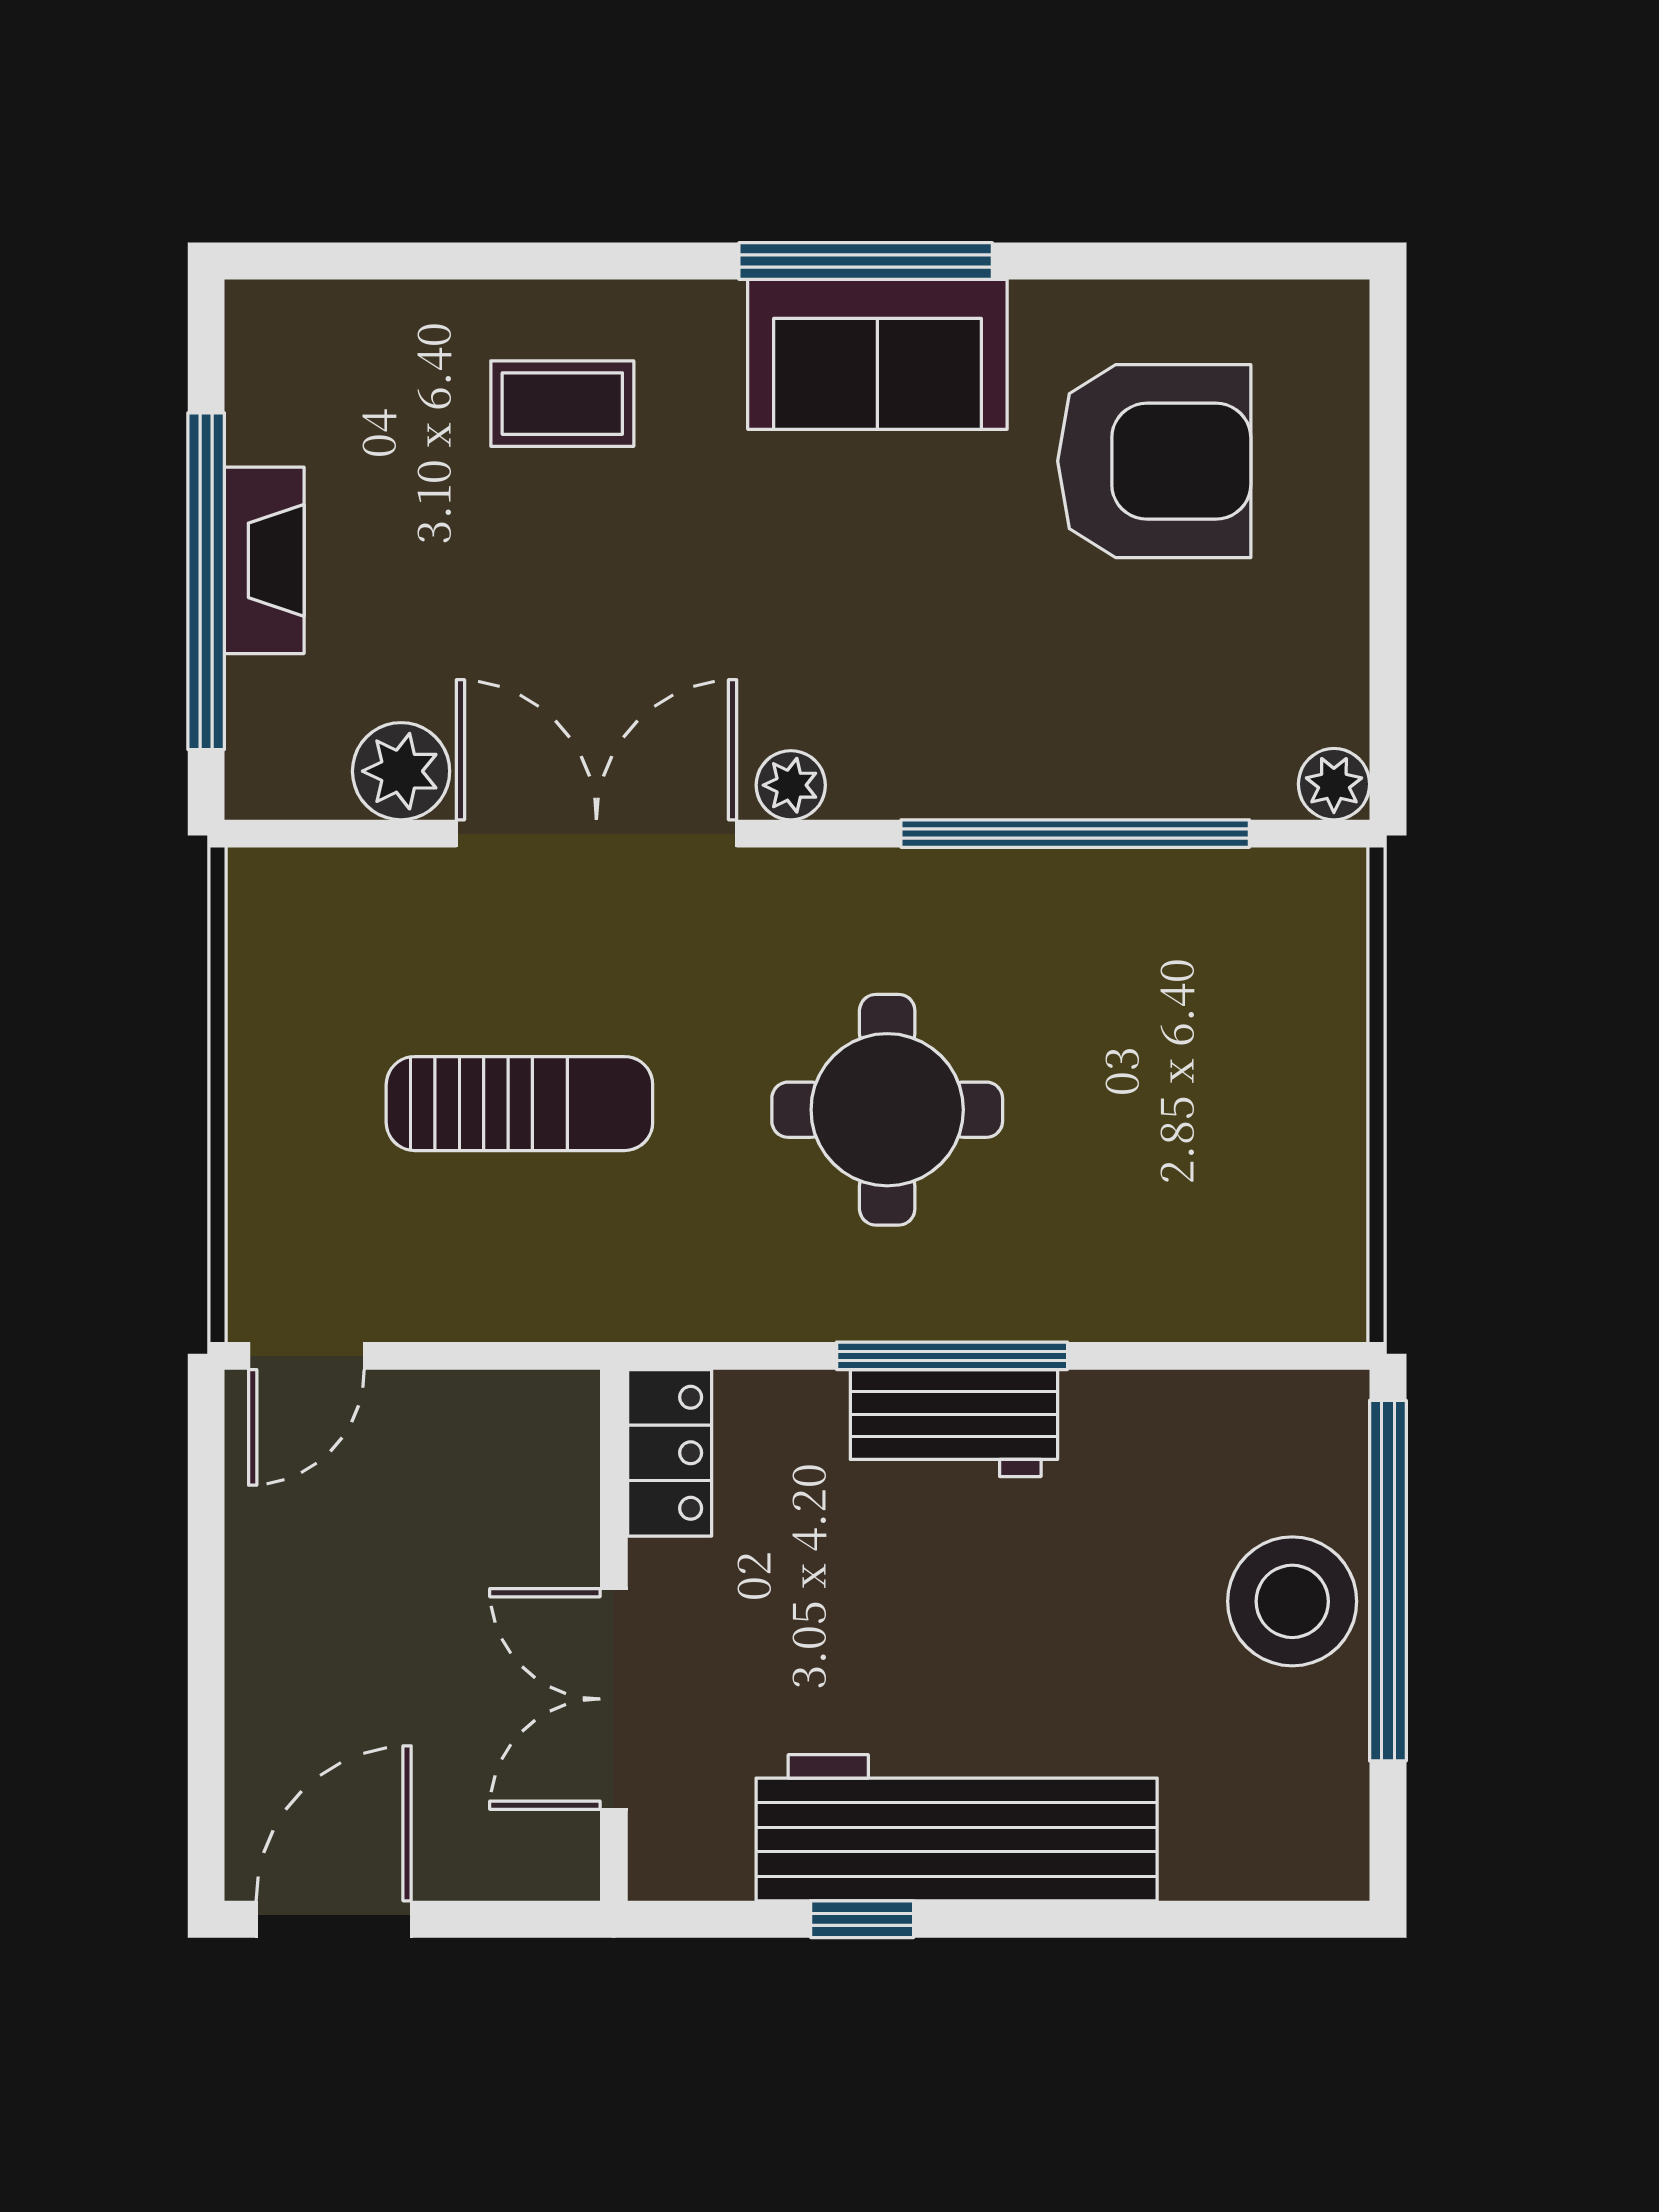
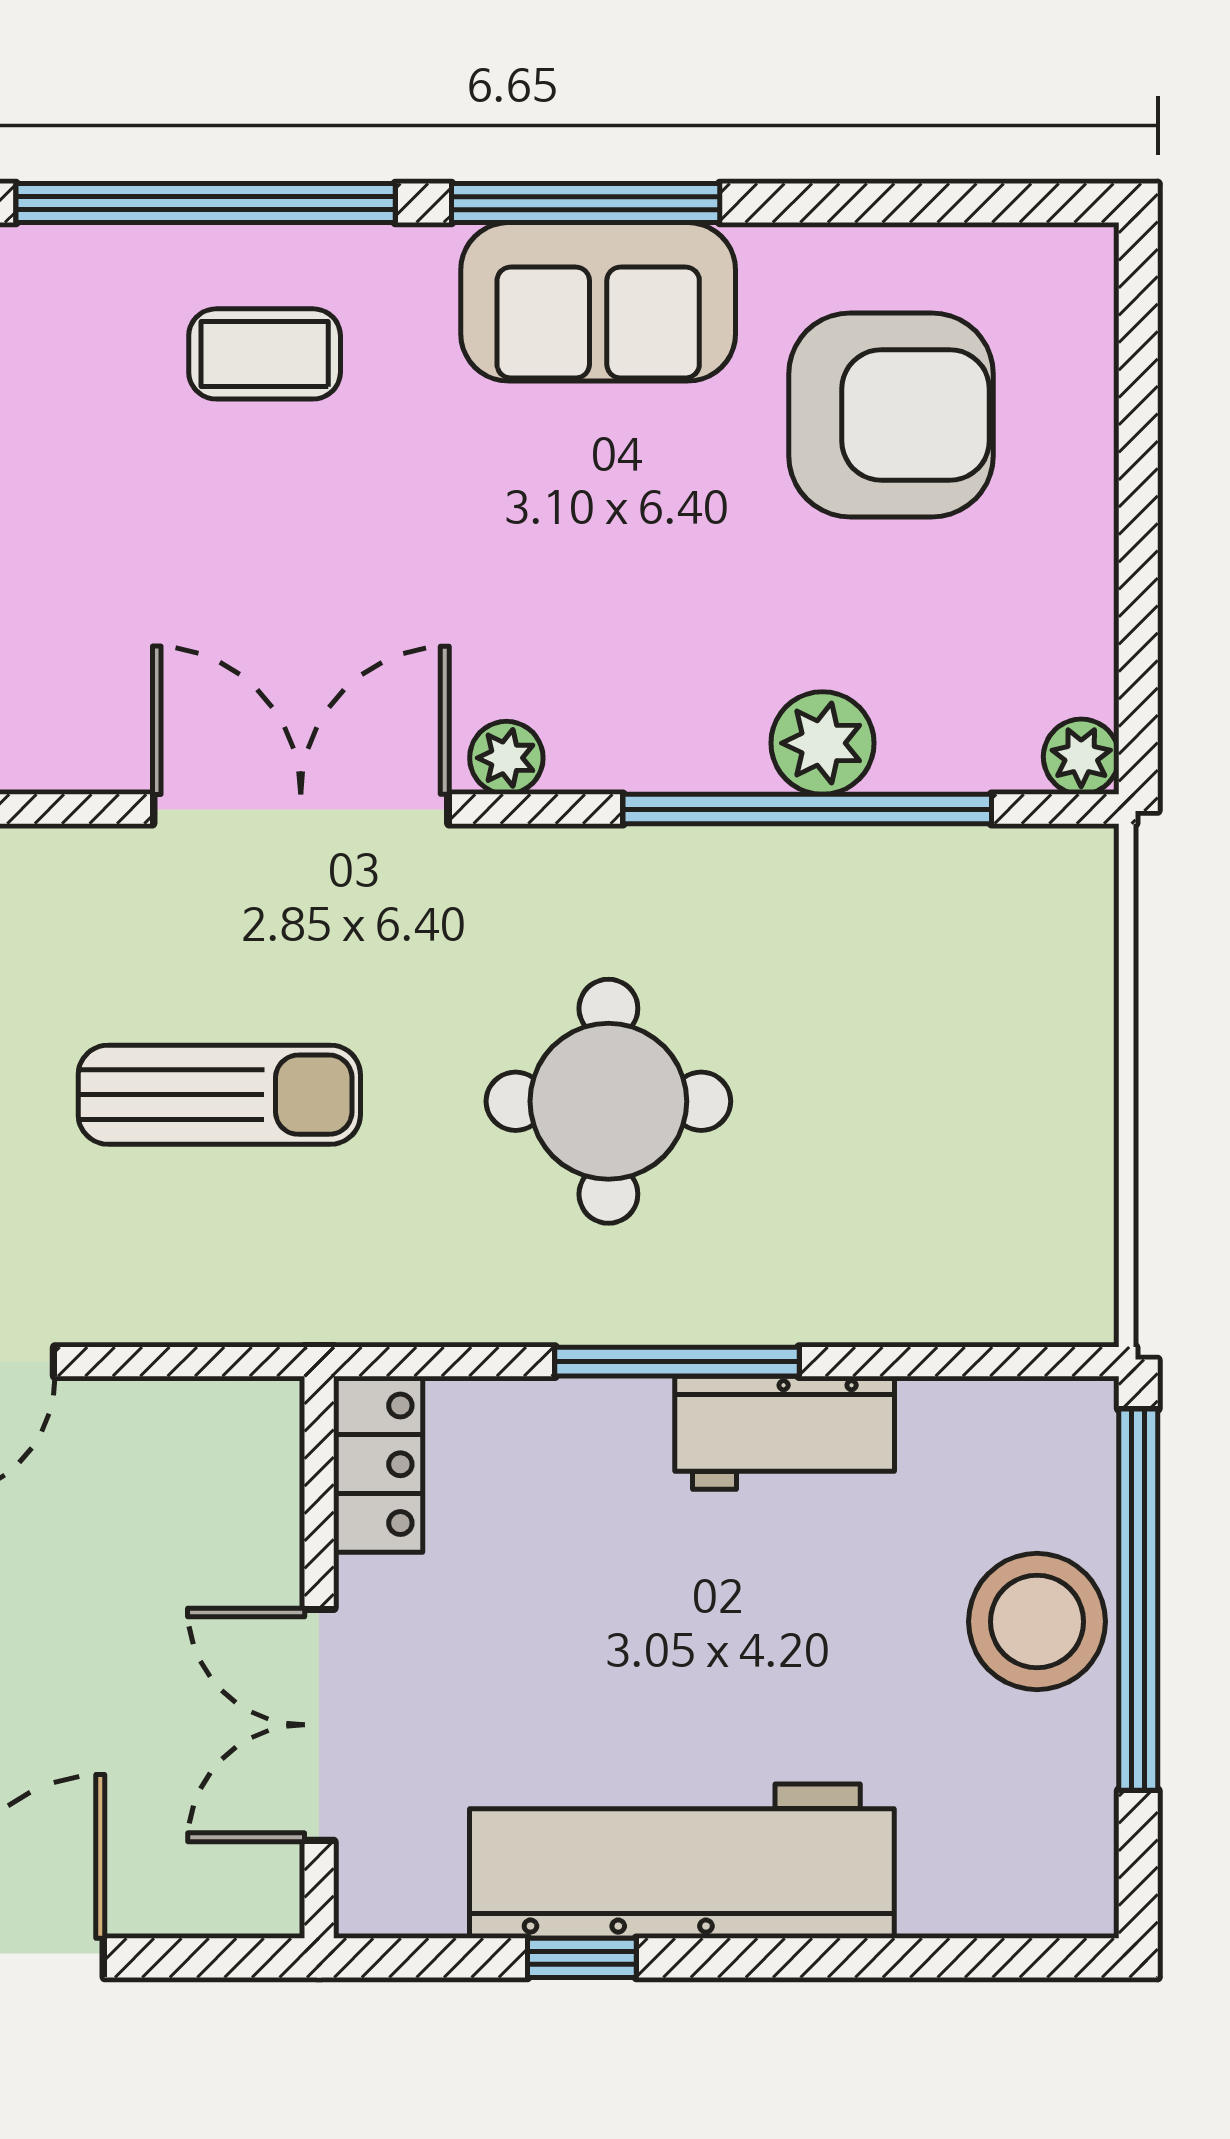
window: (507, 261) -> (206, 203), added
plant: (401, 771) -> (822, 743), moved
workbench: (954, 1423) -> (785, 1433), moved

